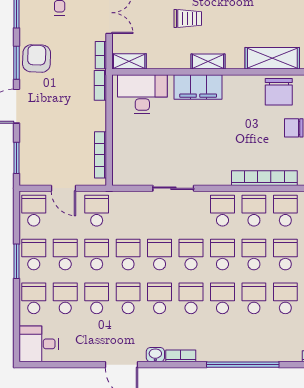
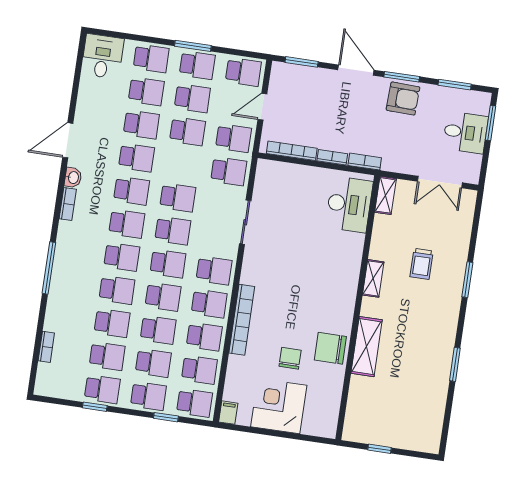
bookcase: (101, 55) -> (332, 157), moved
filing cabinet: (198, 87) -> (348, 264), removed
school desk: (128, 255) -> (229, 171), moved
window: (243, 365) -> (49, 268), width x0.68

